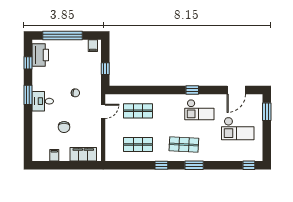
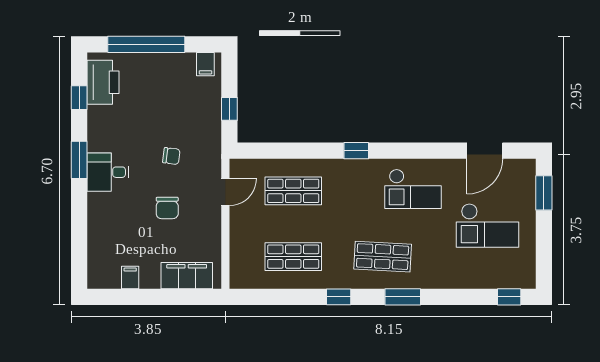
window: (192, 90) -> (356, 151), moved
chair: (64, 127) -> (167, 208), moved

